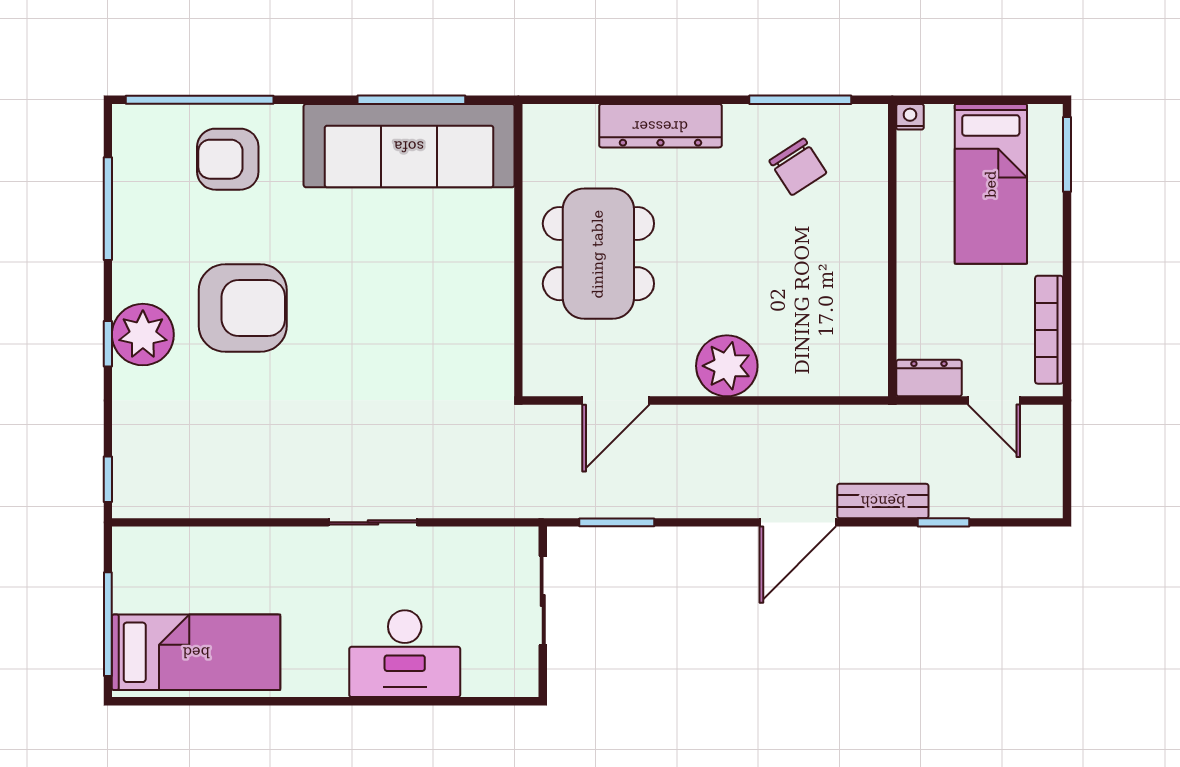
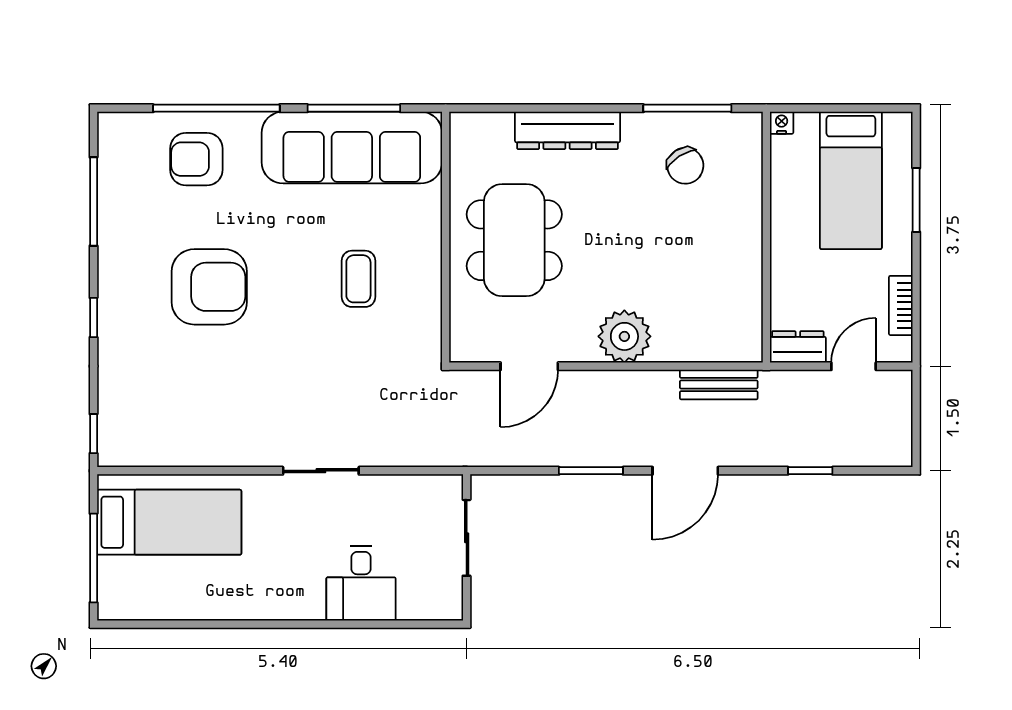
window: (200, 100) -> (216, 108), moved
window: (1067, 154) -> (916, 200), moved
coffee table: (417, 299) -> (358, 279), added
bookcase: (1049, 330) -> (901, 305), width x0.64
plant: (143, 335) -> (124, 310), removed
door: (994, 400) -> (854, 366), swing flipped
bench: (883, 501) -> (719, 385), moved
window: (617, 522) -> (591, 471), moved
bed: (196, 652) -> (169, 522), moved
desk: (405, 654) -> (361, 583), width x0.73

